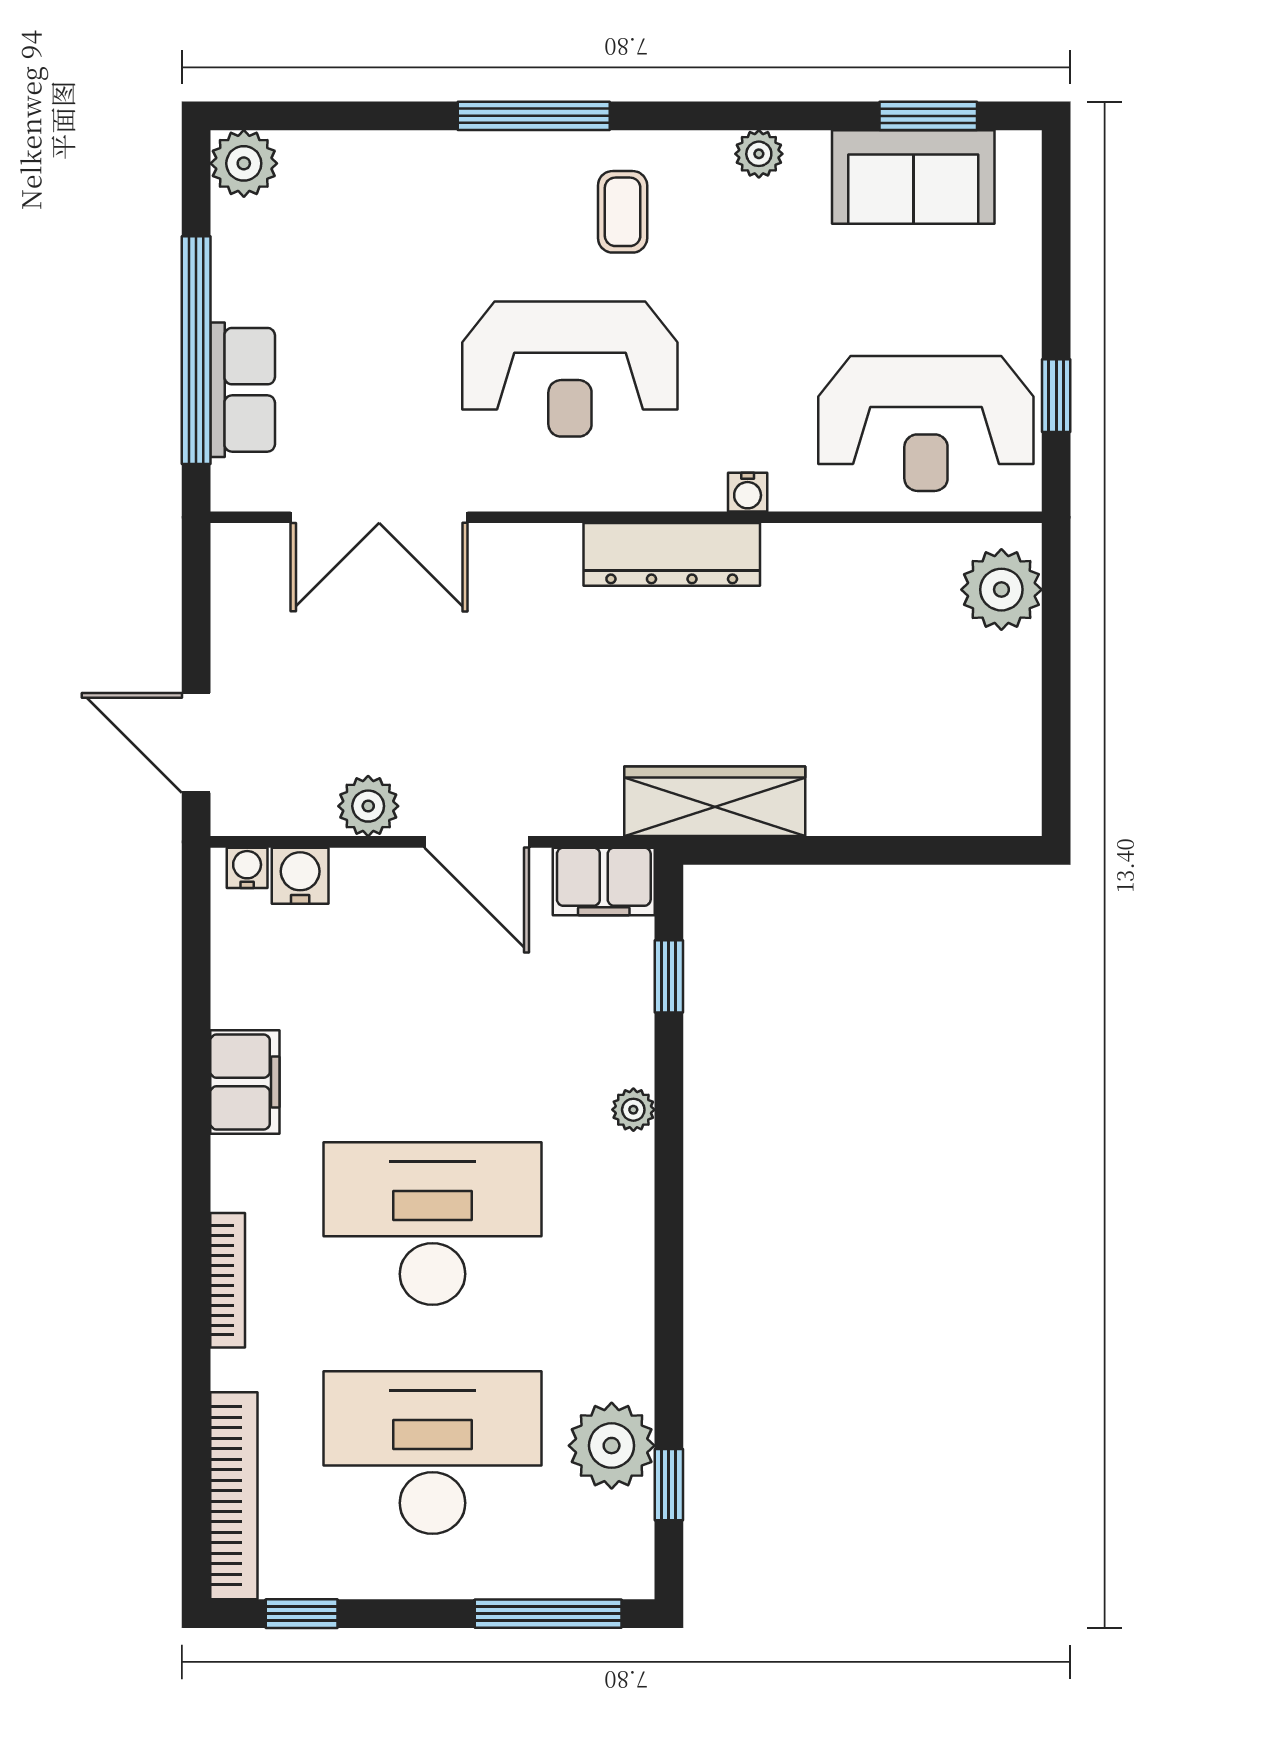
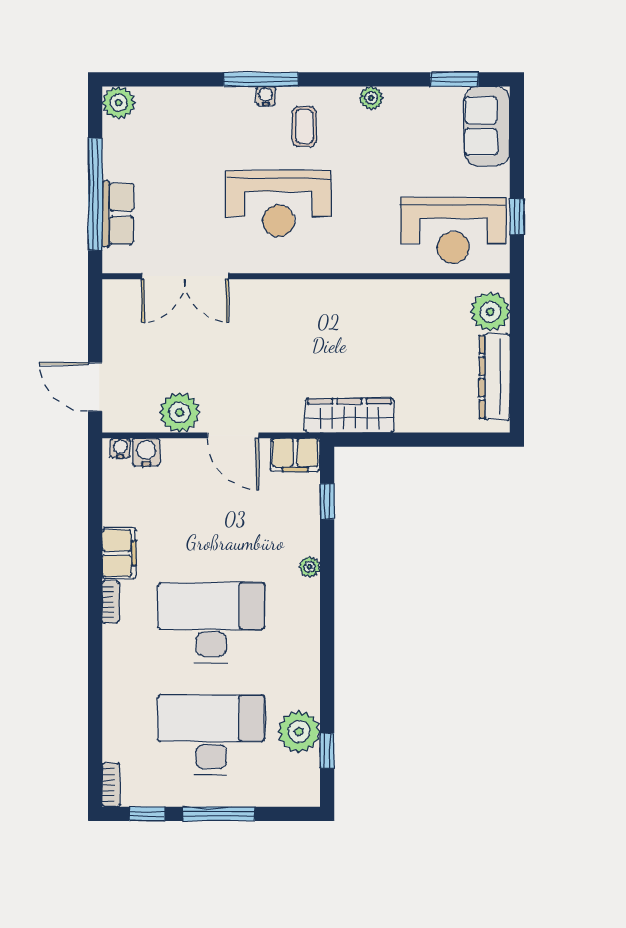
sofa: (913, 177) -> (487, 126), moved, turned 90
water cooler: (748, 492) -> (266, 96), moved, turned 180
dresser: (672, 554) -> (495, 377), moved, turned 90
plant: (368, 806) -> (180, 412), width x1.36, depth x1.36
bookcase: (228, 1280) -> (111, 602), moved, width x0.64
bookcase: (234, 1496) -> (111, 785), width x0.43, depth x0.76
window: (548, 1614) -> (219, 814), moved

